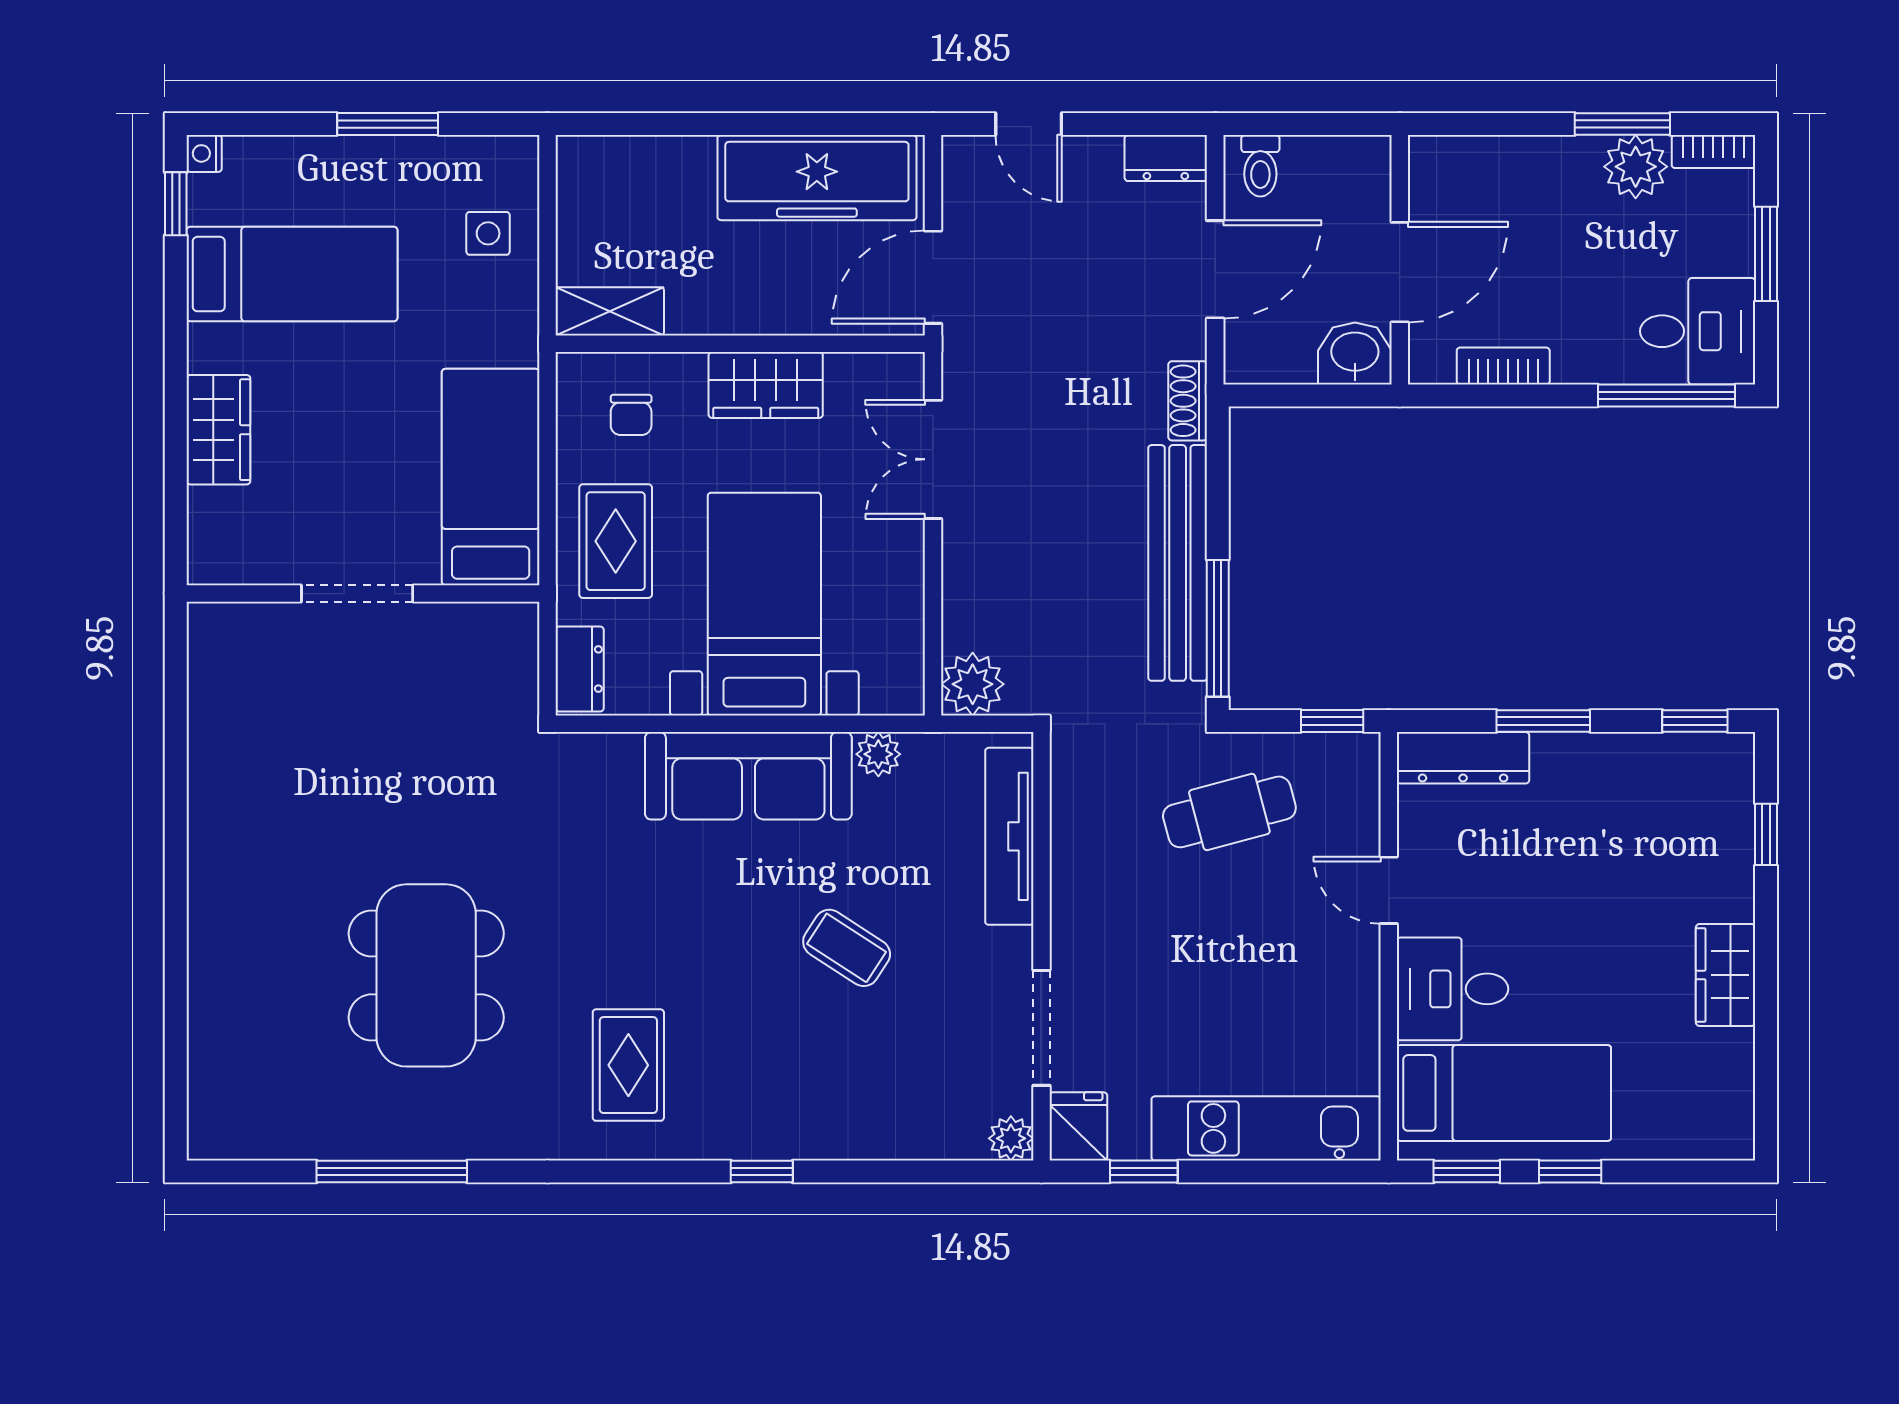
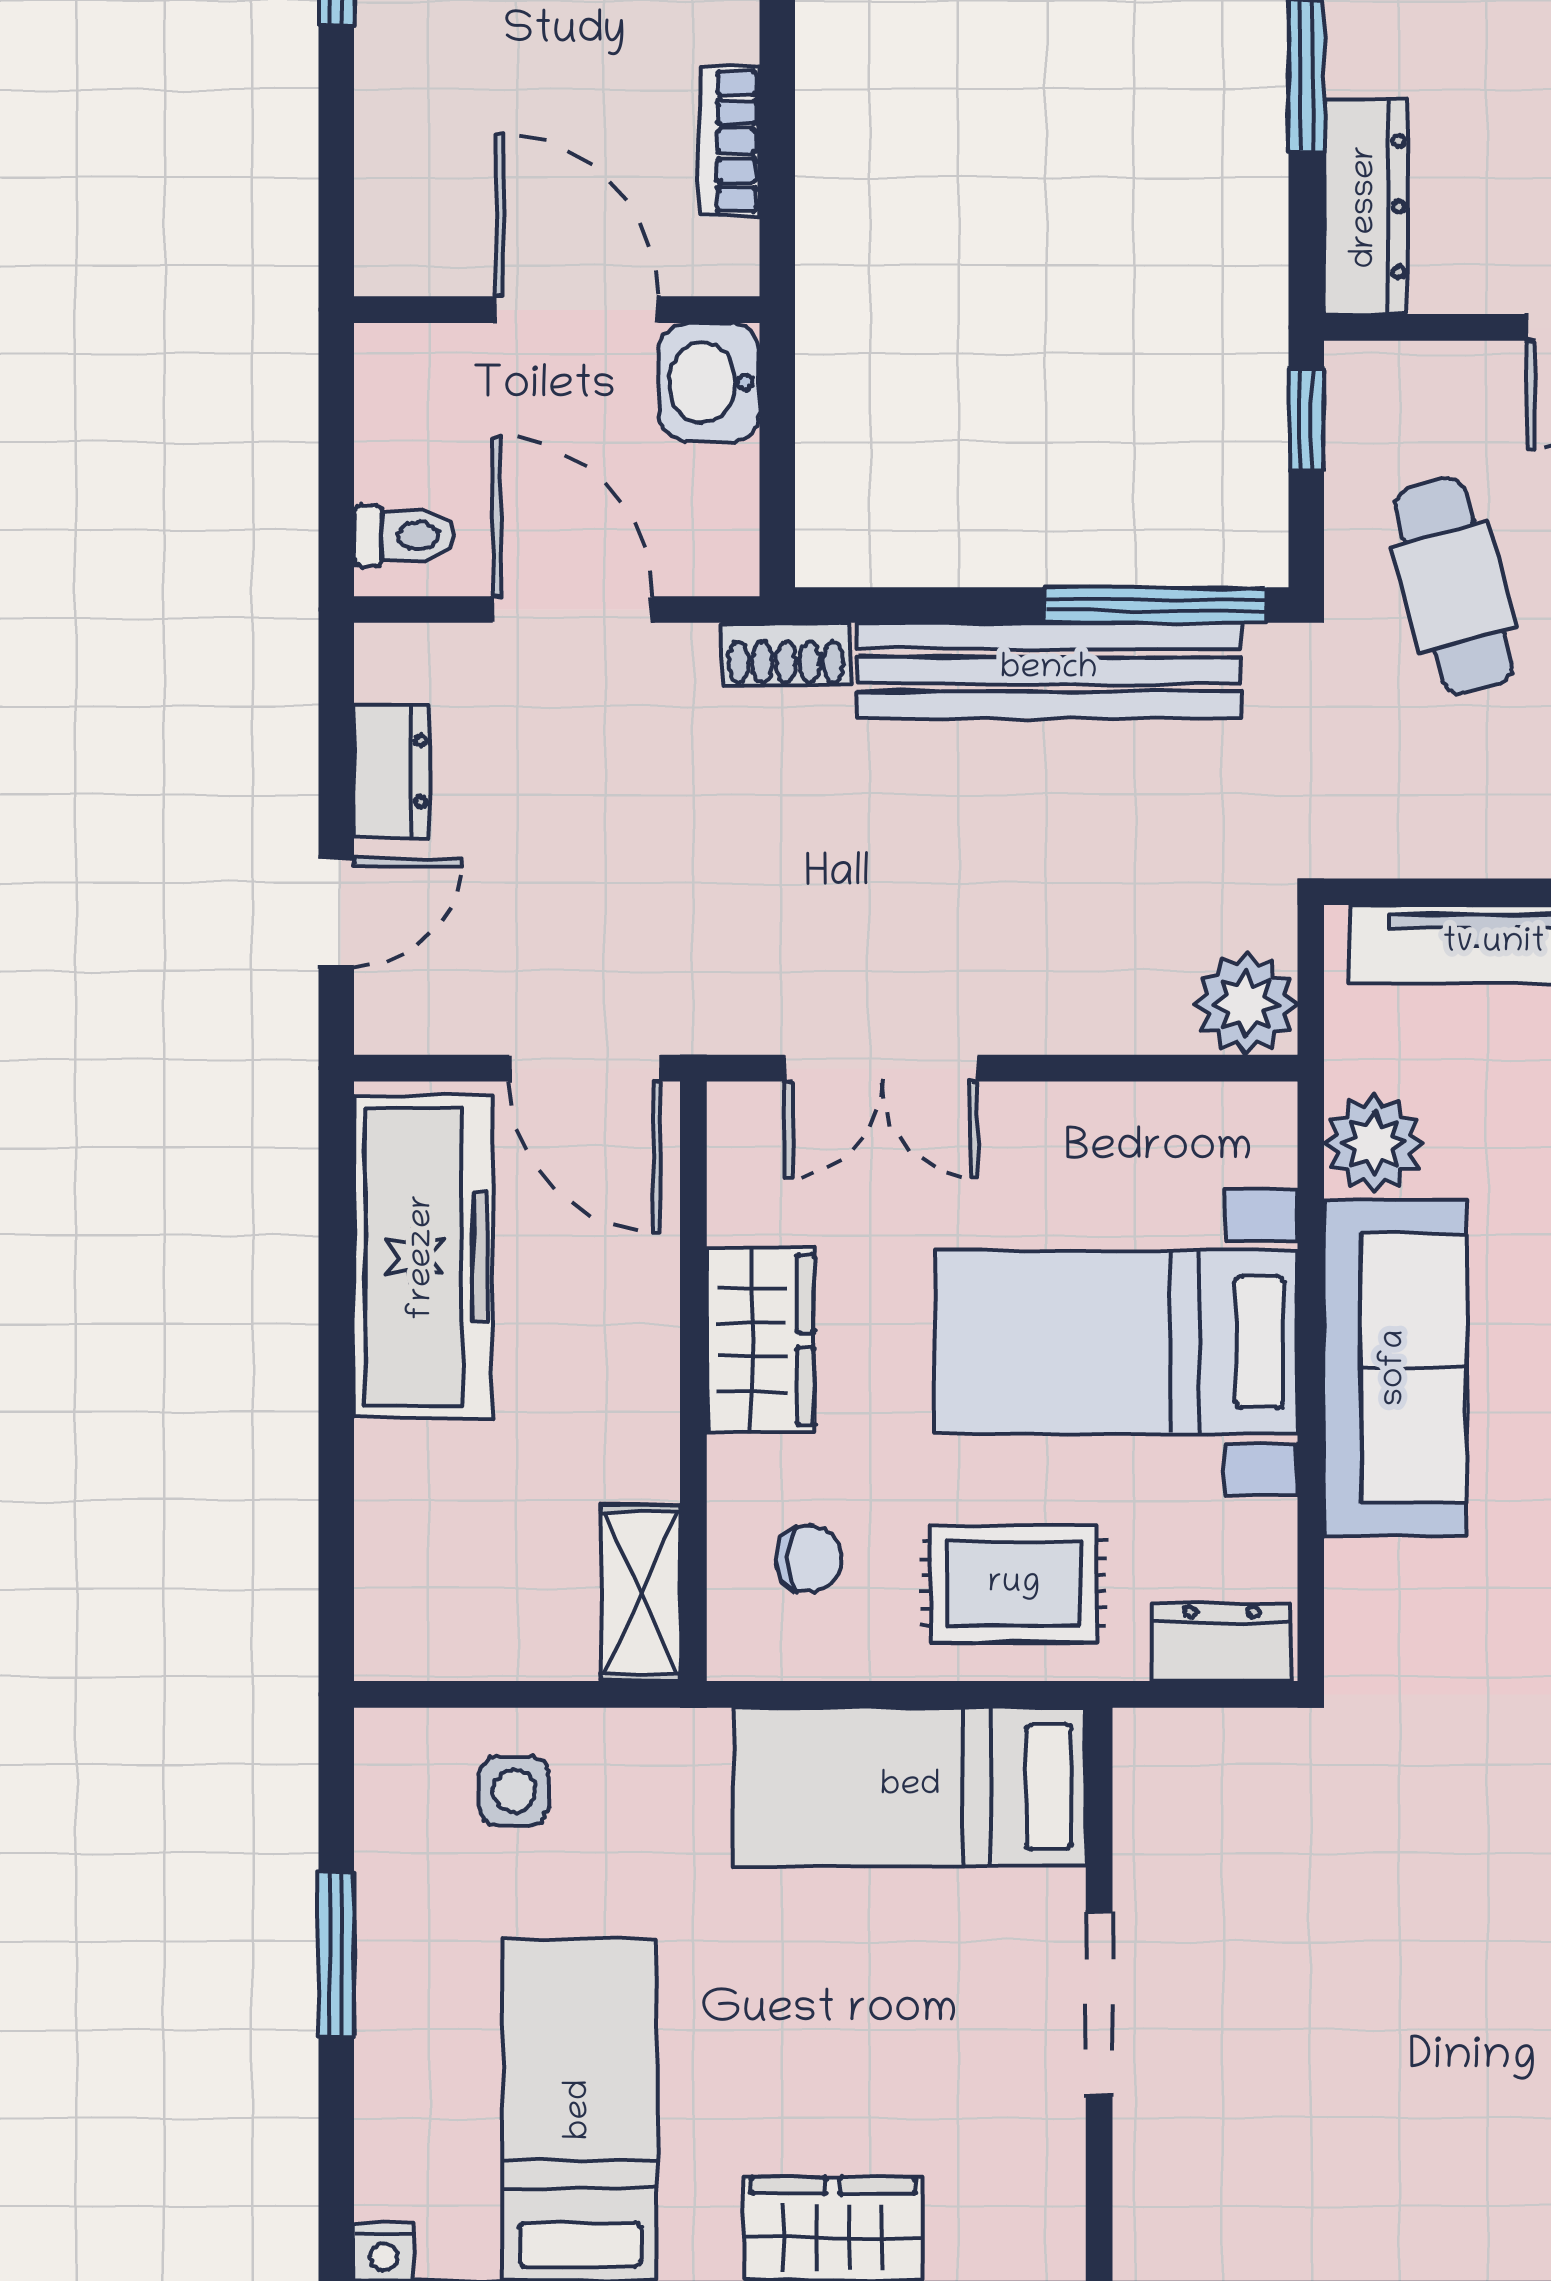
dresser: (1166, 158) -> (391, 771), moved
plant: (878, 754) -> (1374, 1143), width x1.38, depth x1.38

